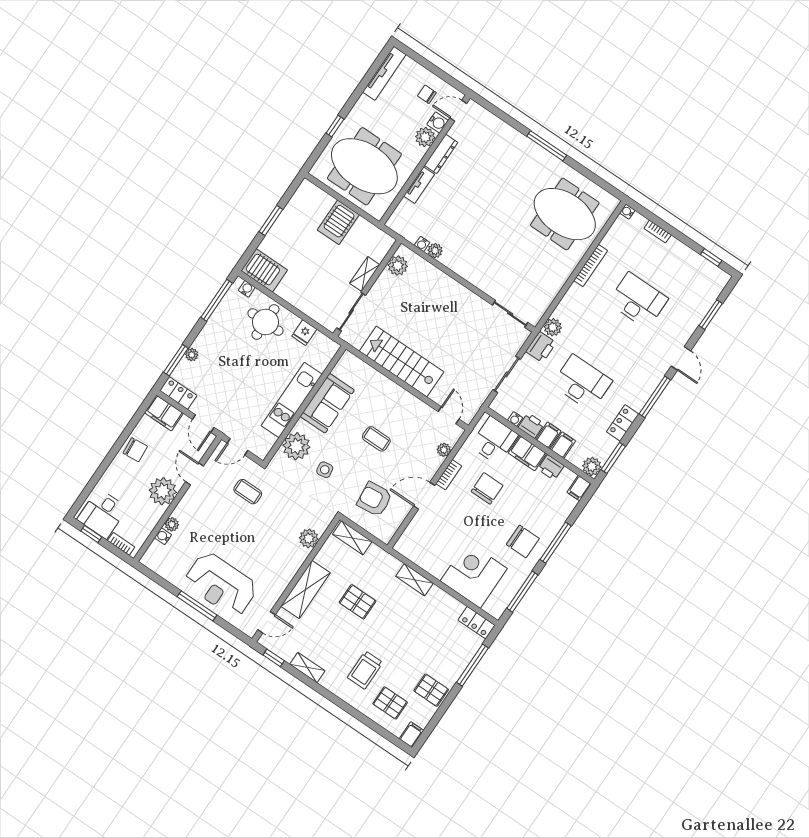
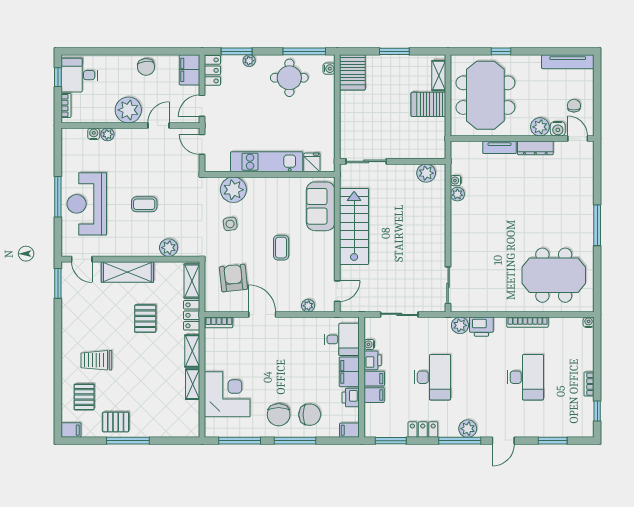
meeting table: (565, 214) -> (554, 275), turned 90
bookcase: (658, 232) -> (589, 384), moved
shelving: (365, 274) -> (439, 76), moved, turned 90
round table: (266, 322) -> (289, 78), moved
fridge: (304, 333) -> (312, 162), moved, turned 90
printer: (541, 347) -> (481, 327), moved
sofa: (327, 403) -> (321, 206), moved, turned 90
plant: (592, 466) -> (468, 429), moved
bookcase: (449, 475) -> (219, 322), moved
chair: (487, 488) -> (310, 415), moved
coffee table: (248, 492) -> (144, 204), moved, turned 90
locker: (477, 623) -> (192, 315), moved
window: (274, 658) -> (58, 283), width x1.50
window: (472, 665) -> (128, 441), moved
shelving: (307, 668) -> (193, 384), moved
pallet: (431, 690) -> (116, 422), turned 90

